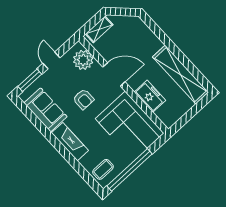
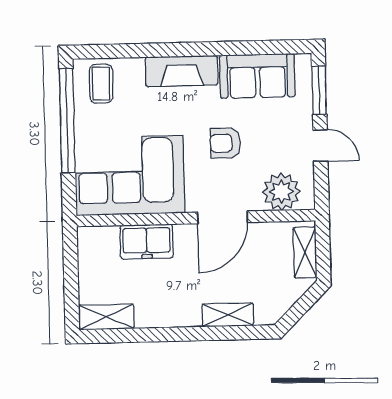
shelving: (151, 38) -> (228, 315), added
shelving: (181, 75) -> (106, 317), width x0.45, depth x0.75

